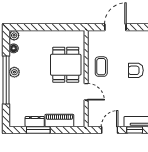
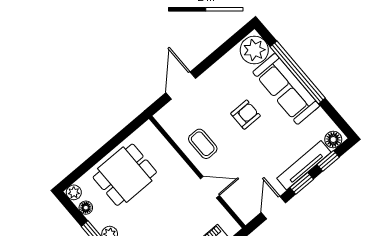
dining table: (66, 65) -> (125, 175), moved, turned 90
armchair: (136, 70) -> (246, 115), turned 180

